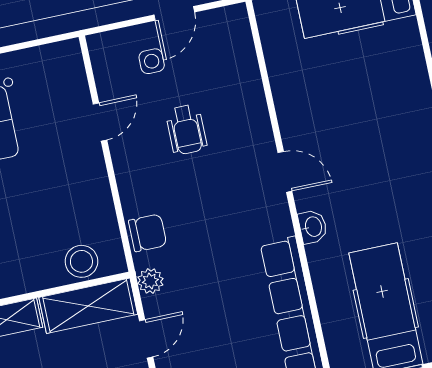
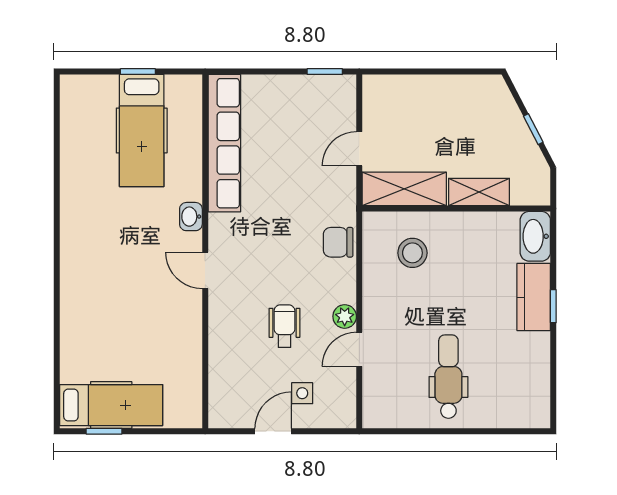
stool: (81, 261) -> (412, 253), moved
plant: (150, 281) -> (345, 316), moved

